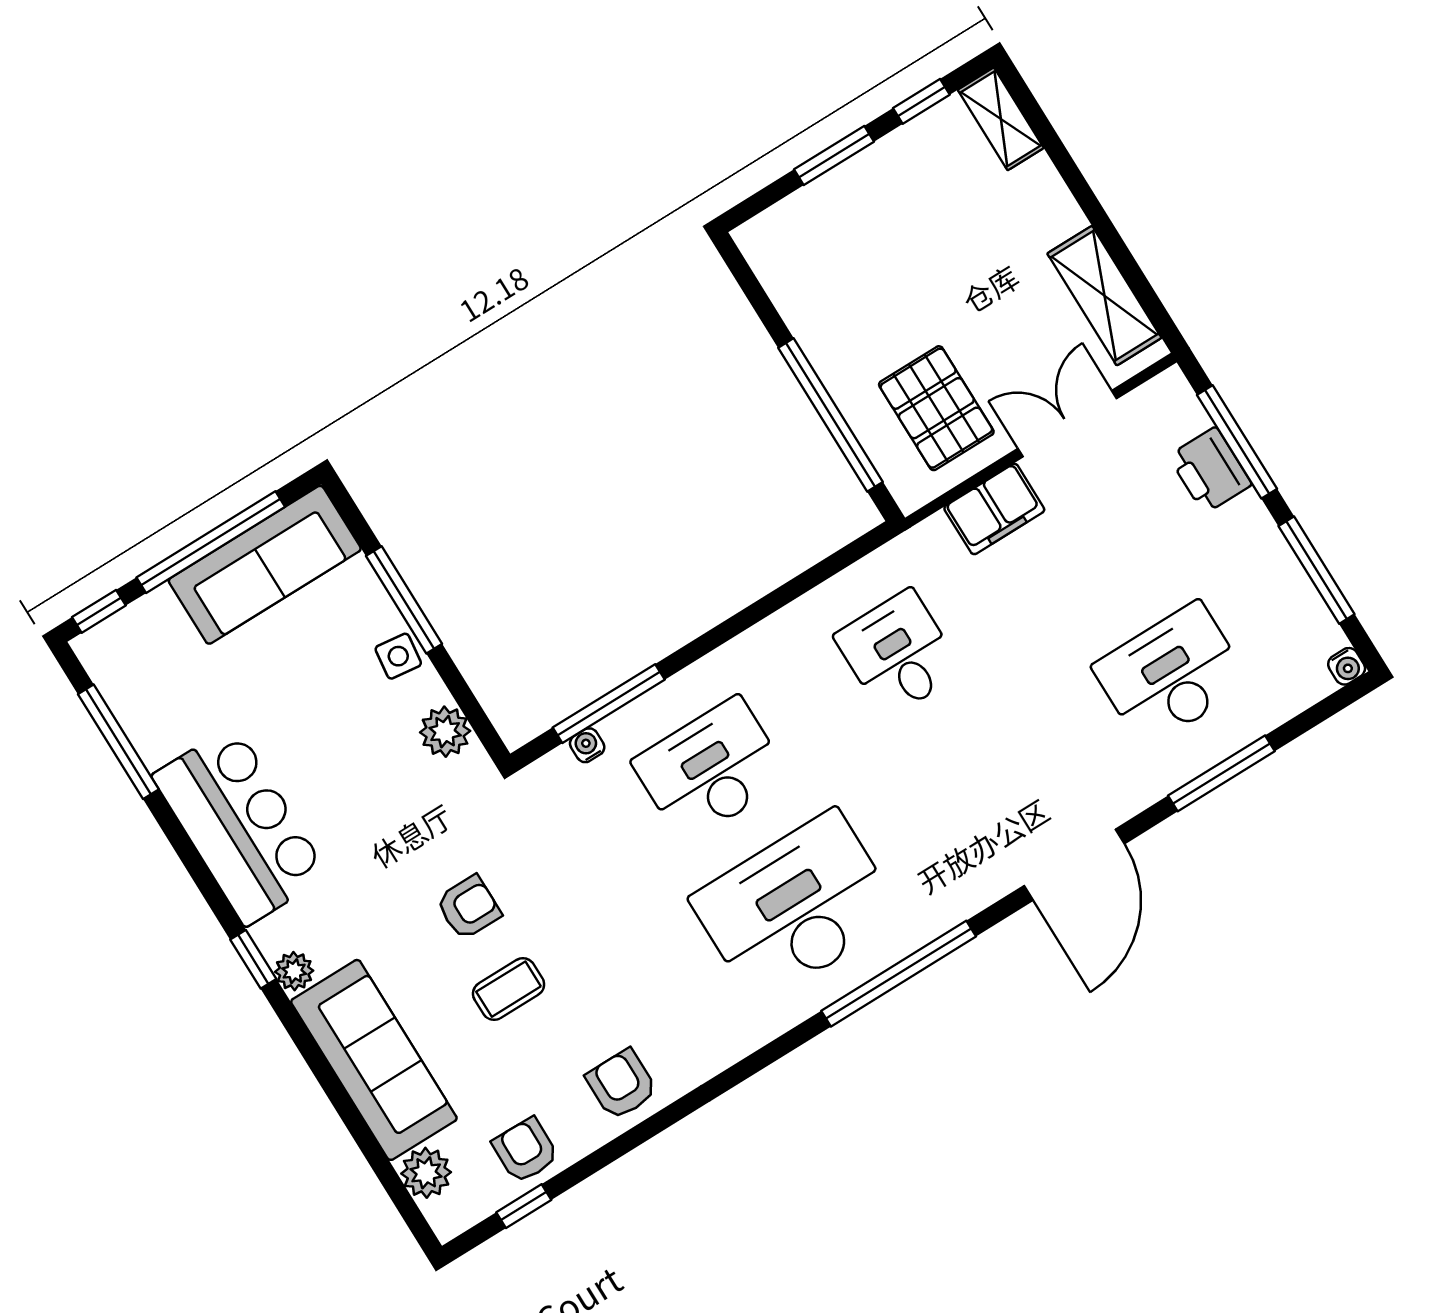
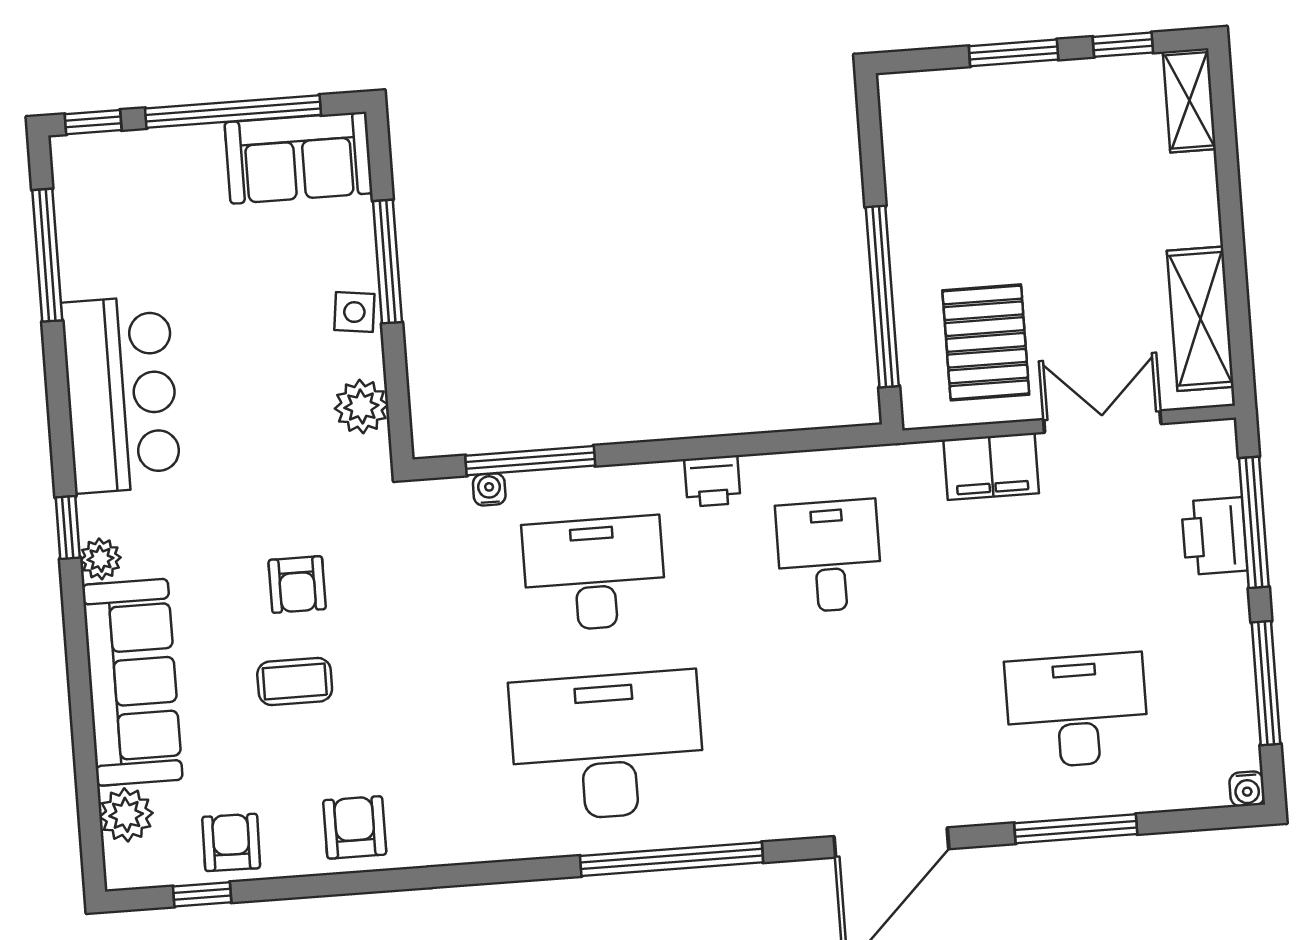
sofa: (265, 565) -> (298, 158), width x0.73
printer: (769, 642) -> (712, 481), added
armchair: (469, 907) -> (297, 585), turned 90

